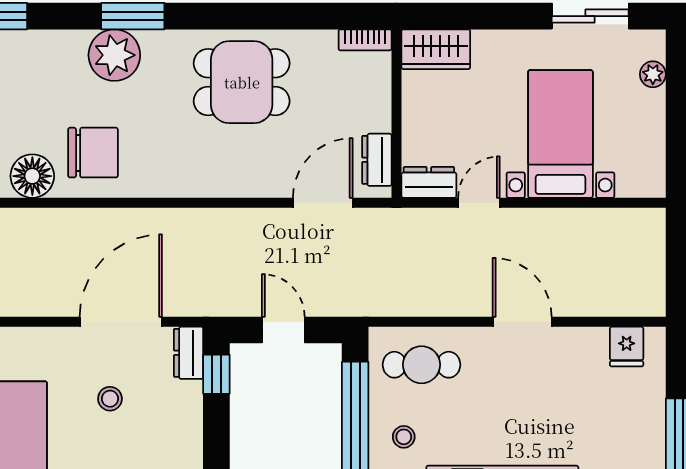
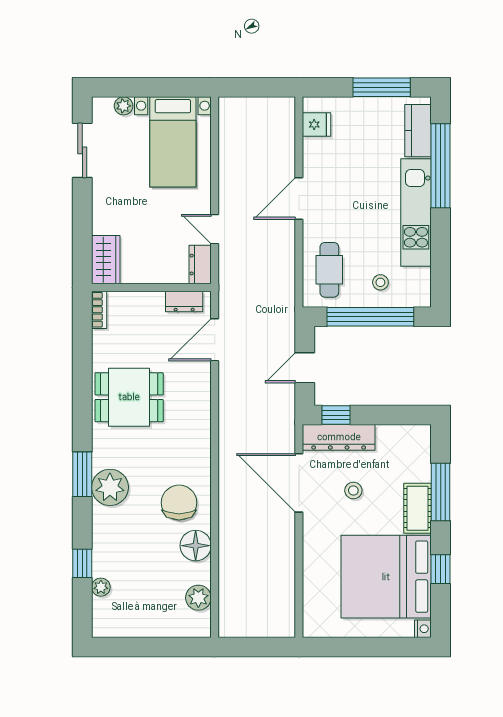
dining table: (242, 82) -> (129, 397), turned 90
bed with nightstands: (560, 134) -> (173, 142), moved, turned -90
door: (323, 203) -> (215, 340), hinge flipped
dresser: (188, 353) -> (339, 437), width x1.96, depth x1.24

